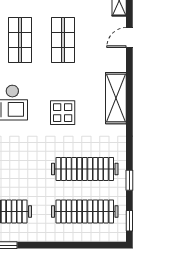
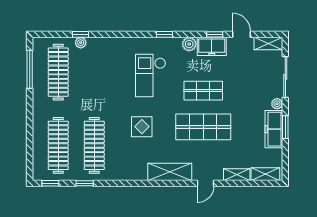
door: (129, 37) -> (205, 183), swing flipped
shop shelf: (63, 40) -> (203, 127), width x1.43, depth x1.36
shelving: (116, 98) -> (170, 172), moved

